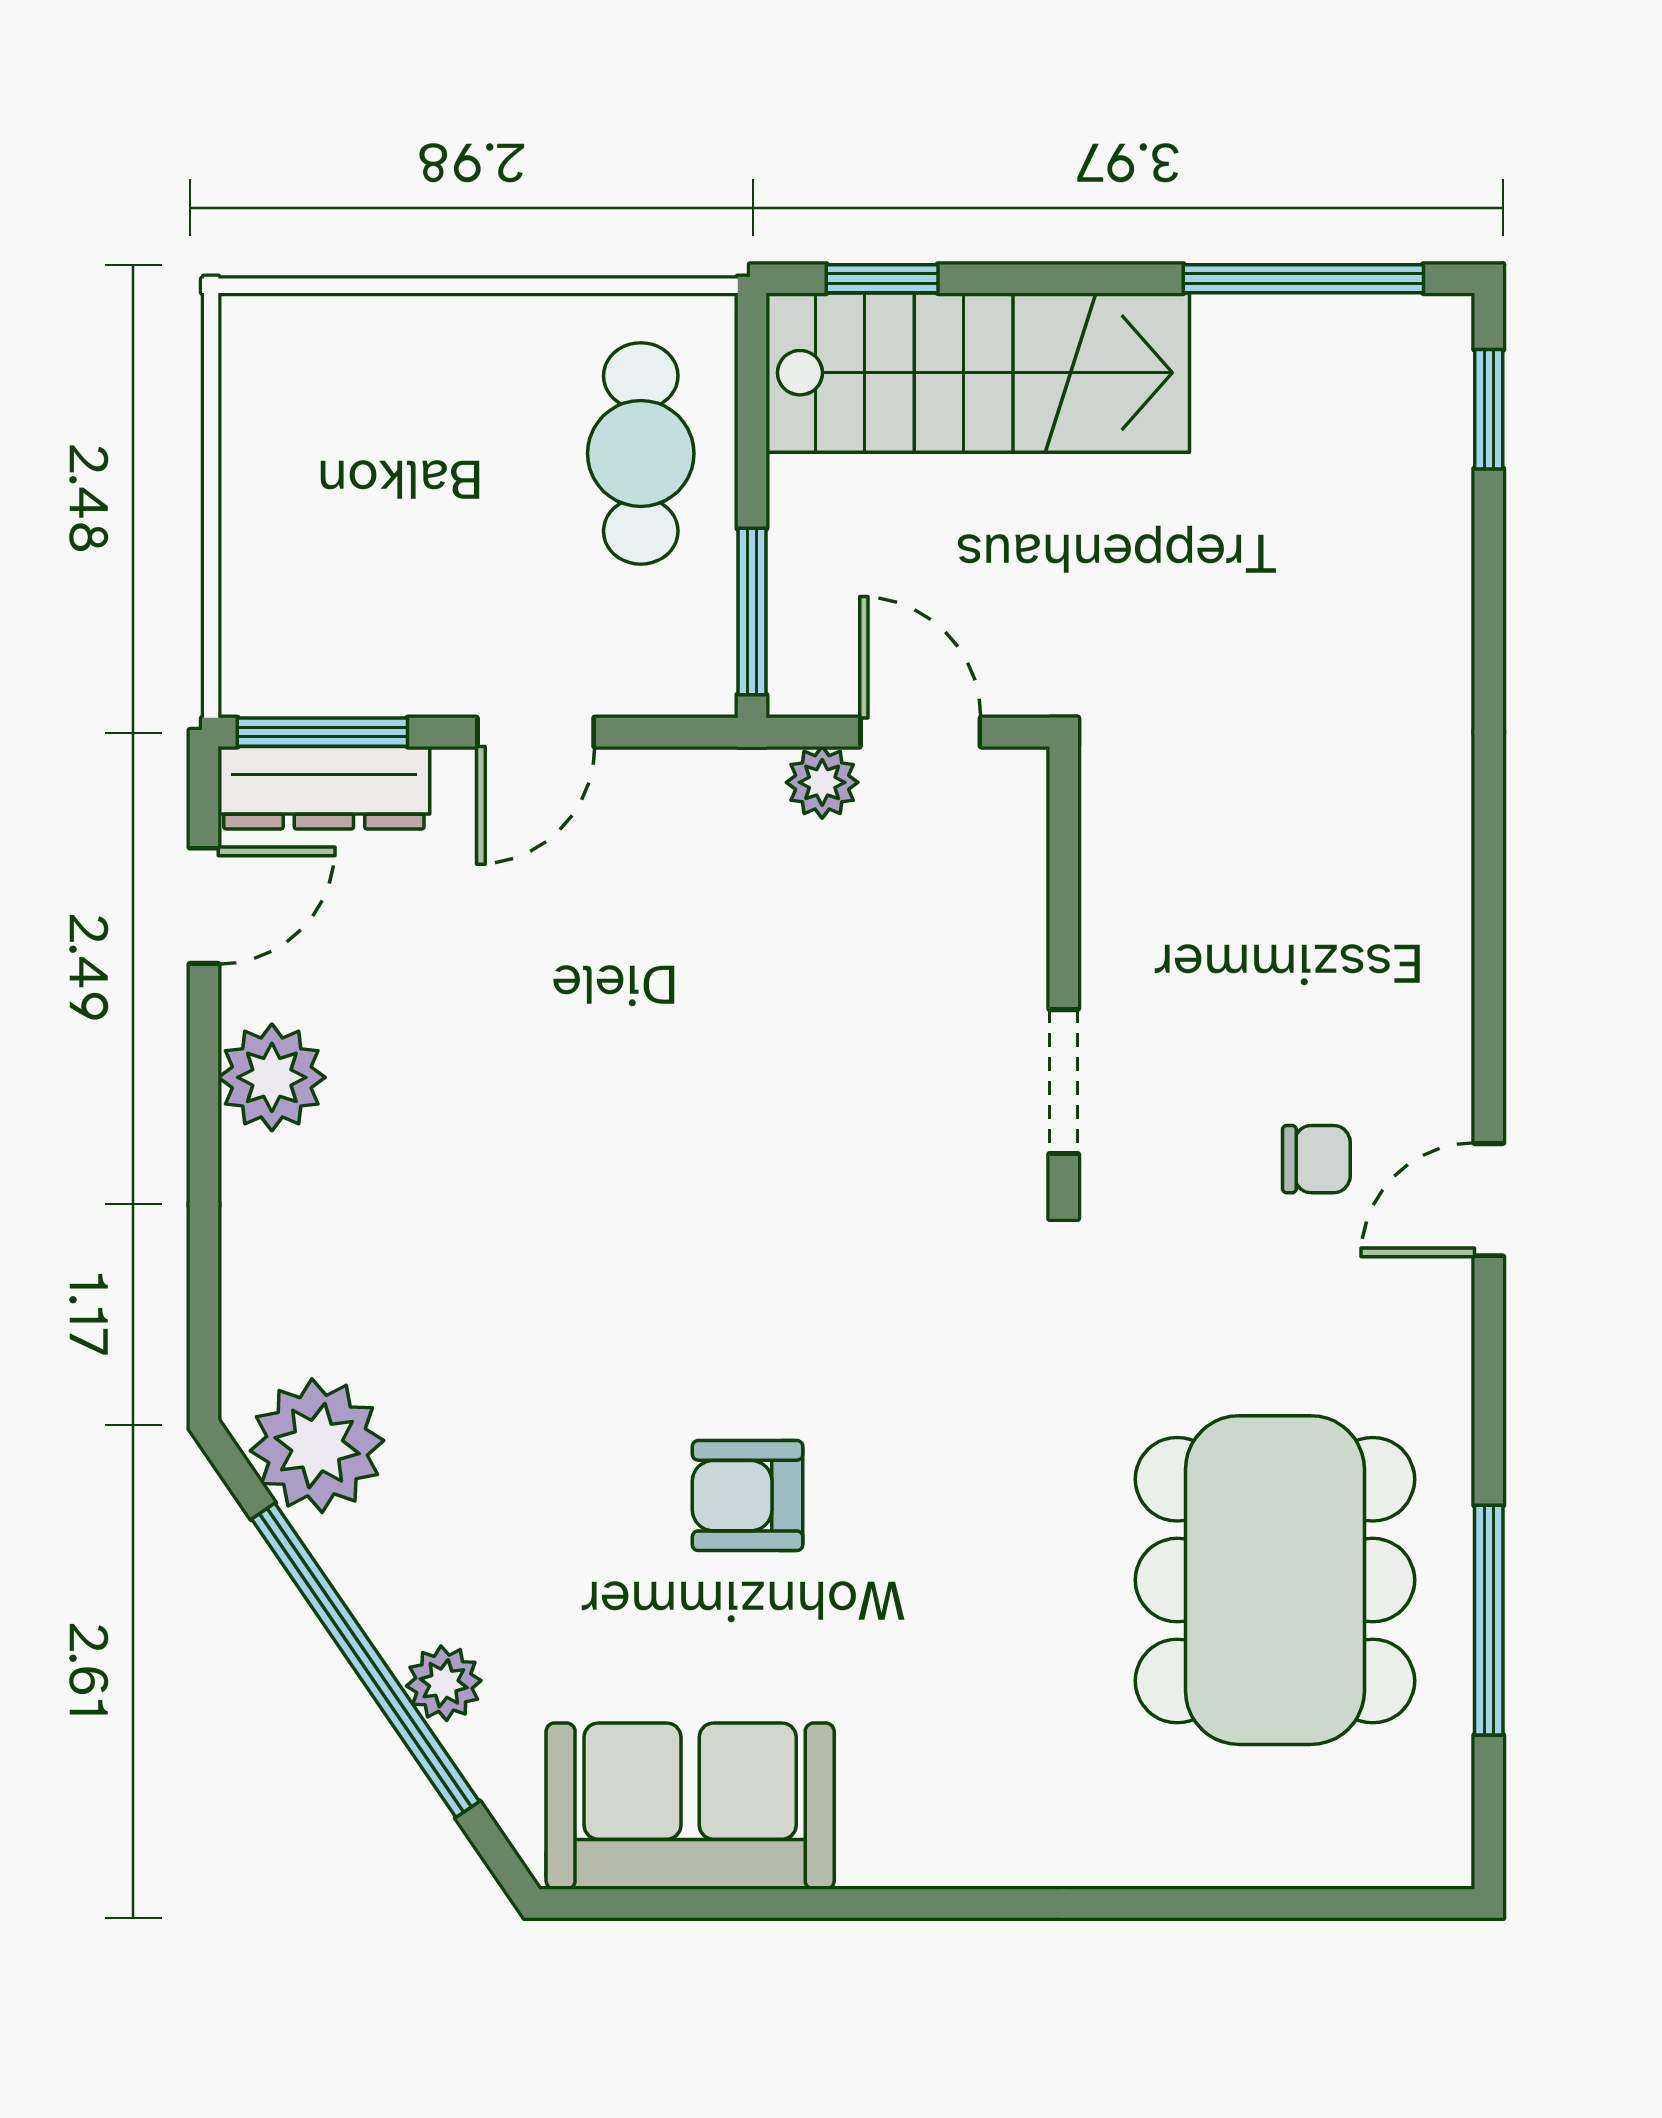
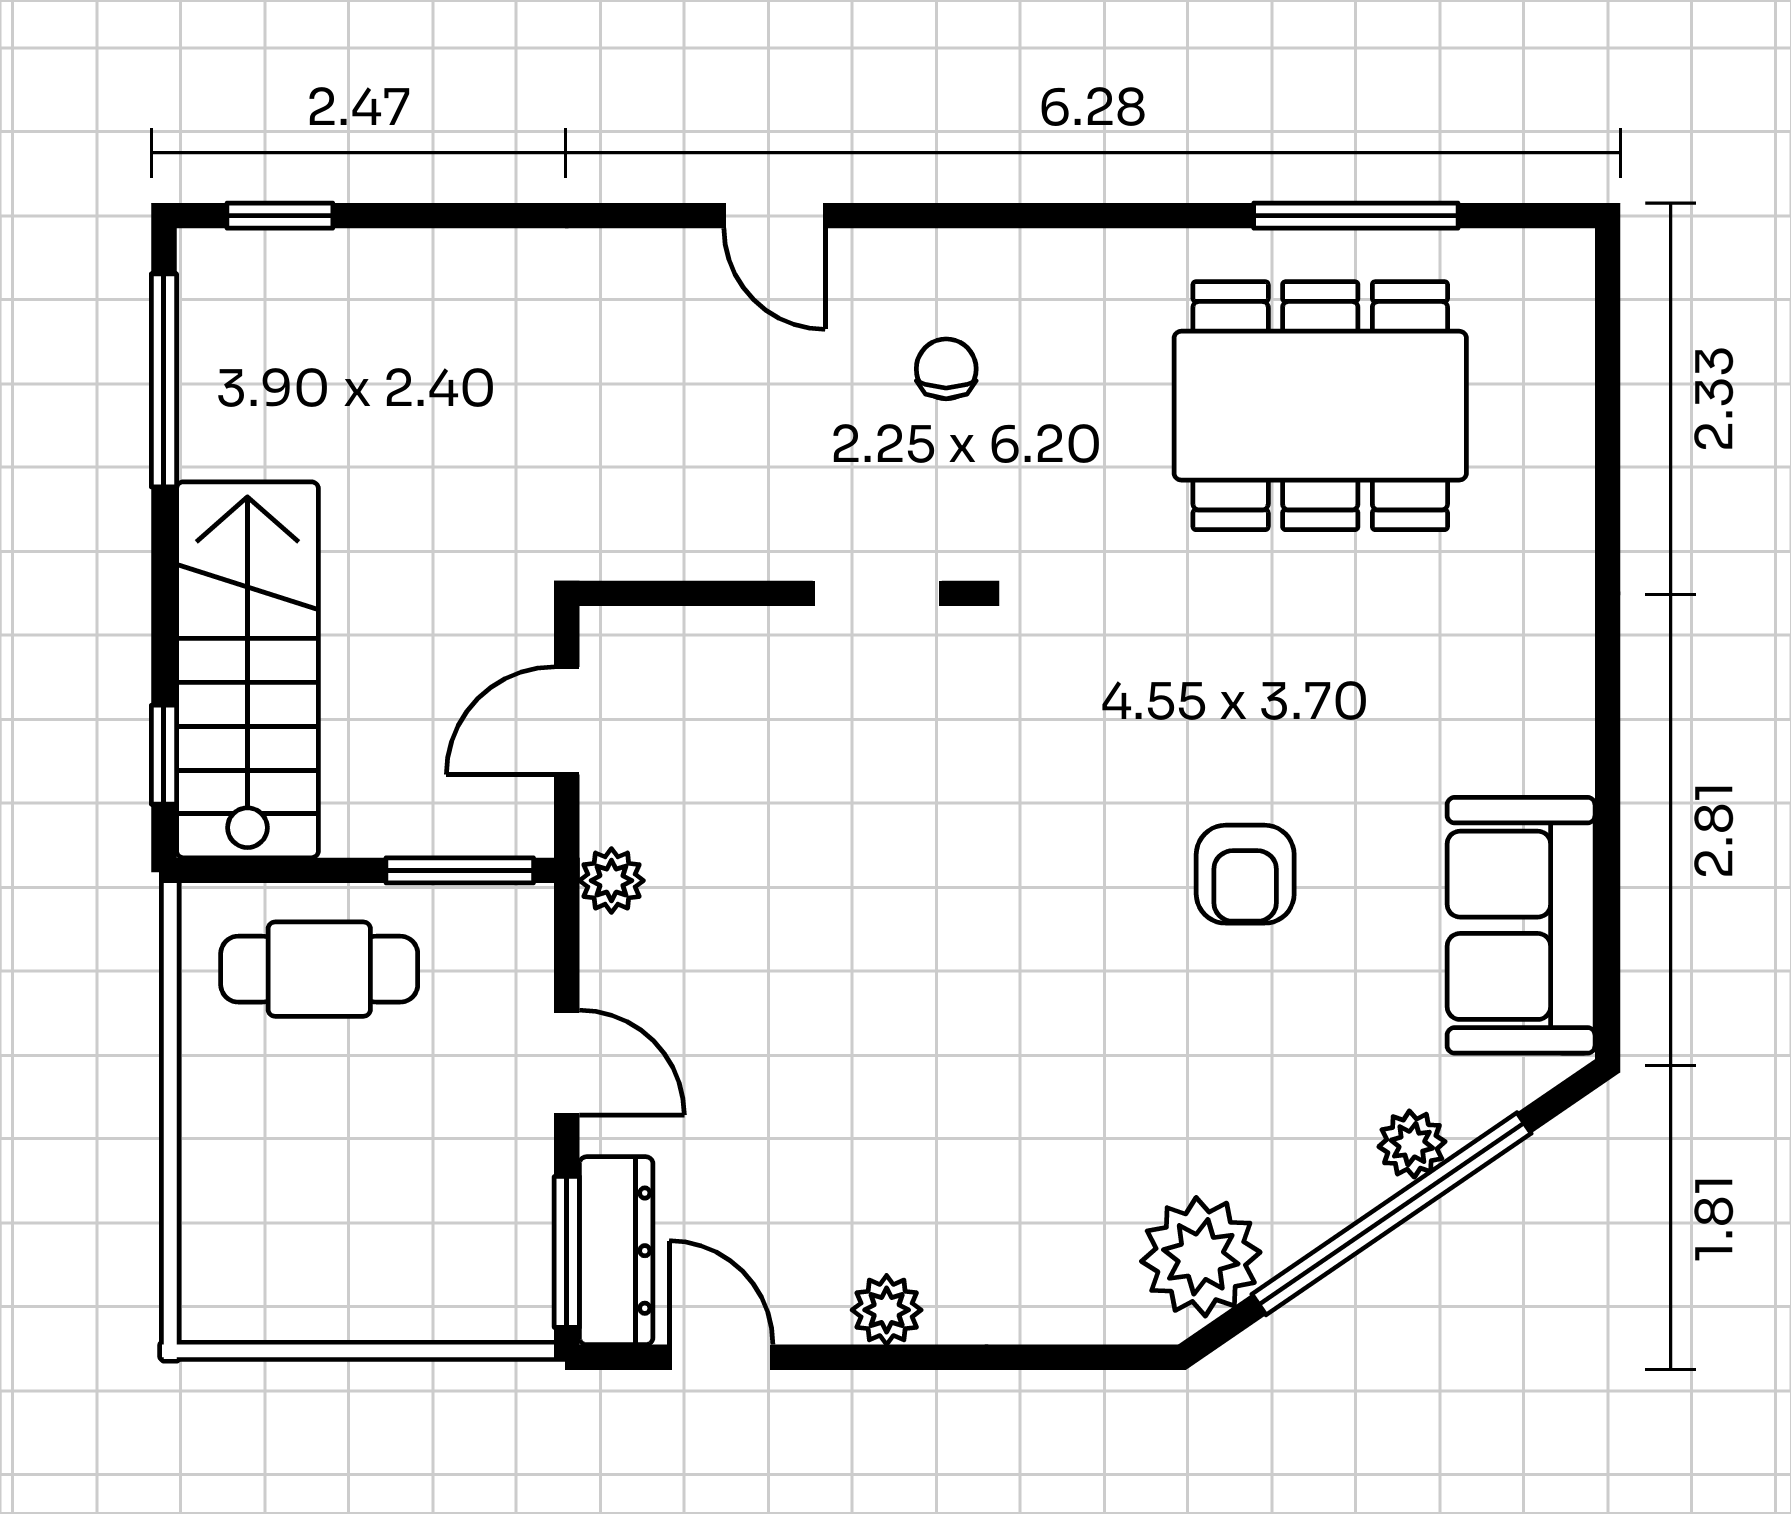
plant: (822, 782) -> (611, 881), moved
plant: (272, 1077) -> (887, 1310), width x0.73, depth x0.73
door: (1489, 1200) -> (775, 216), moved

